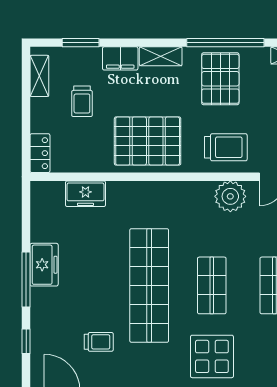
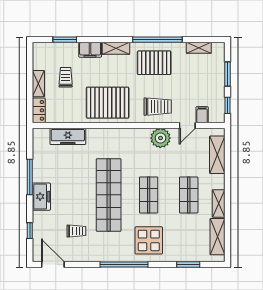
shelving: (39, 76) -> (38, 84), moved
pallet: (220, 79) -> (154, 63), turned 90
trolley: (82, 101) -> (66, 77), turned 180
freezer: (85, 194) -> (68, 136), width x1.40
freezer: (44, 265) -> (41, 197), moved
window: (26, 280) -> (30, 177), moved

